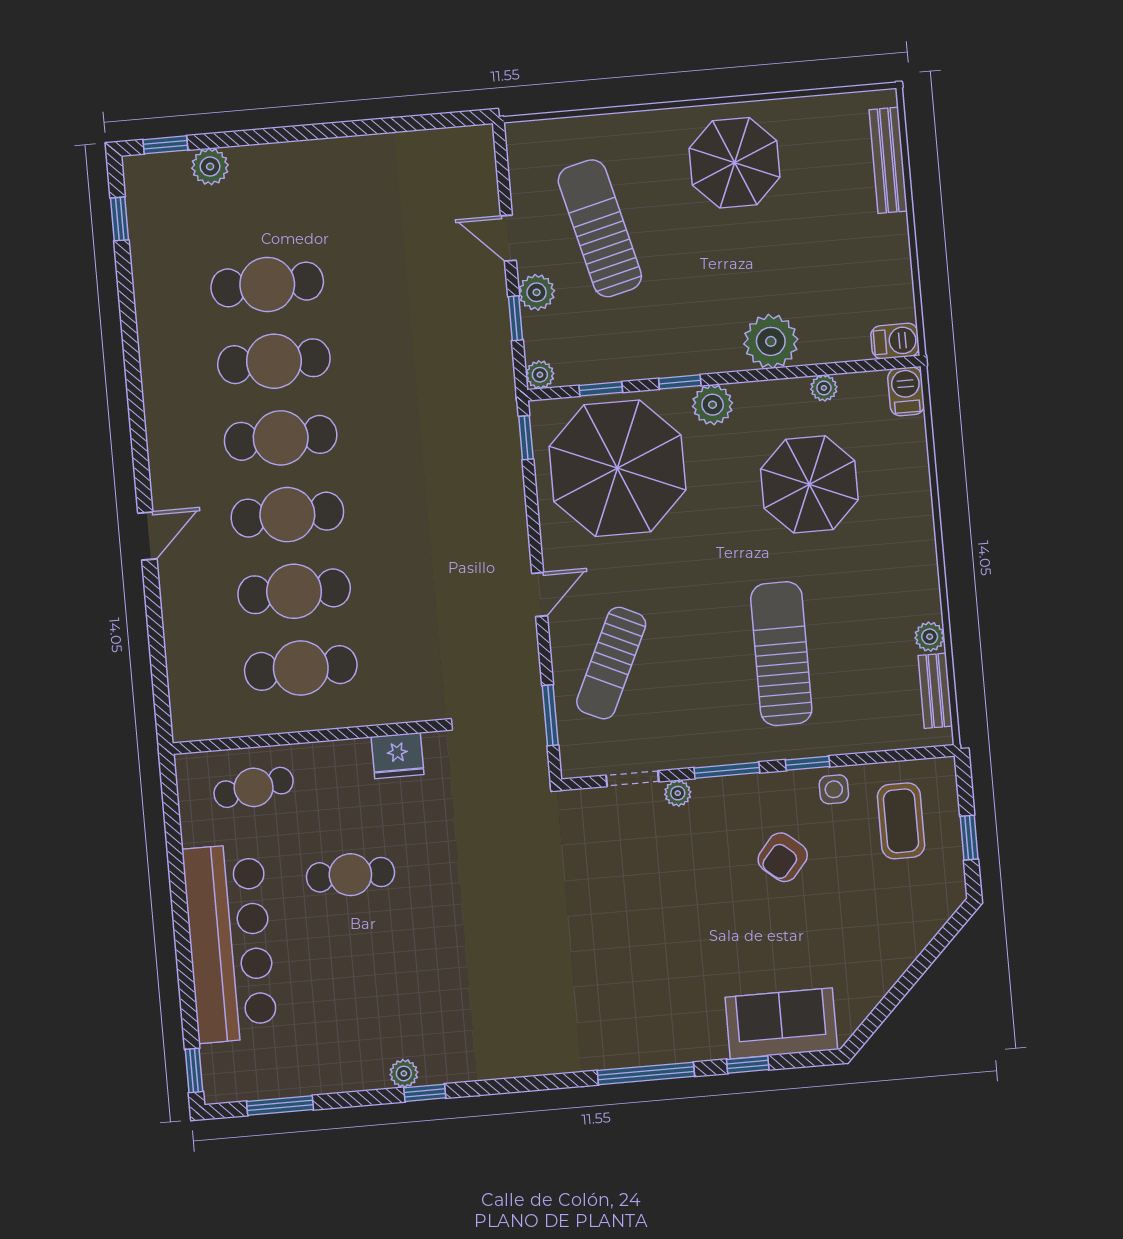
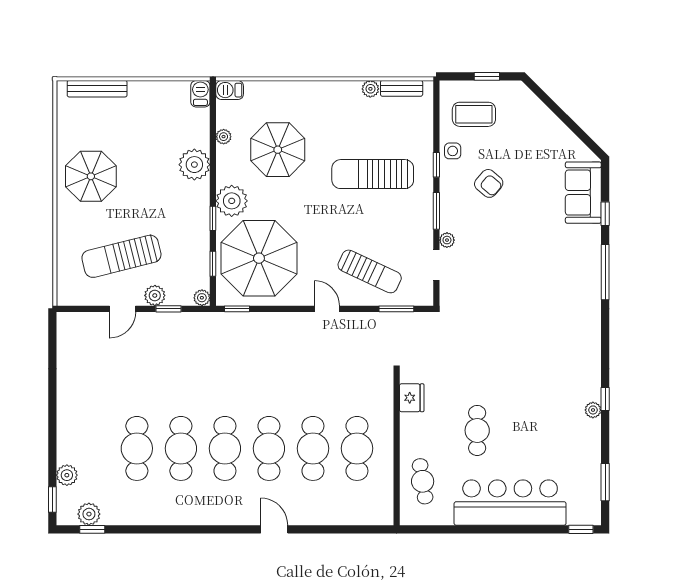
plant: (146, 211) -> (89, 514), added
plant: (713, 405) -> (232, 201), width x1.36, depth x1.36

